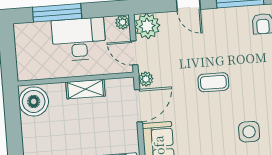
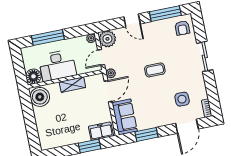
desk: (79, 39) -> (57, 65), moved, turned 180
door: (134, 53) -> (101, 57), hinge flipped
floor lamp: (28, 69) -> (33, 76), added

